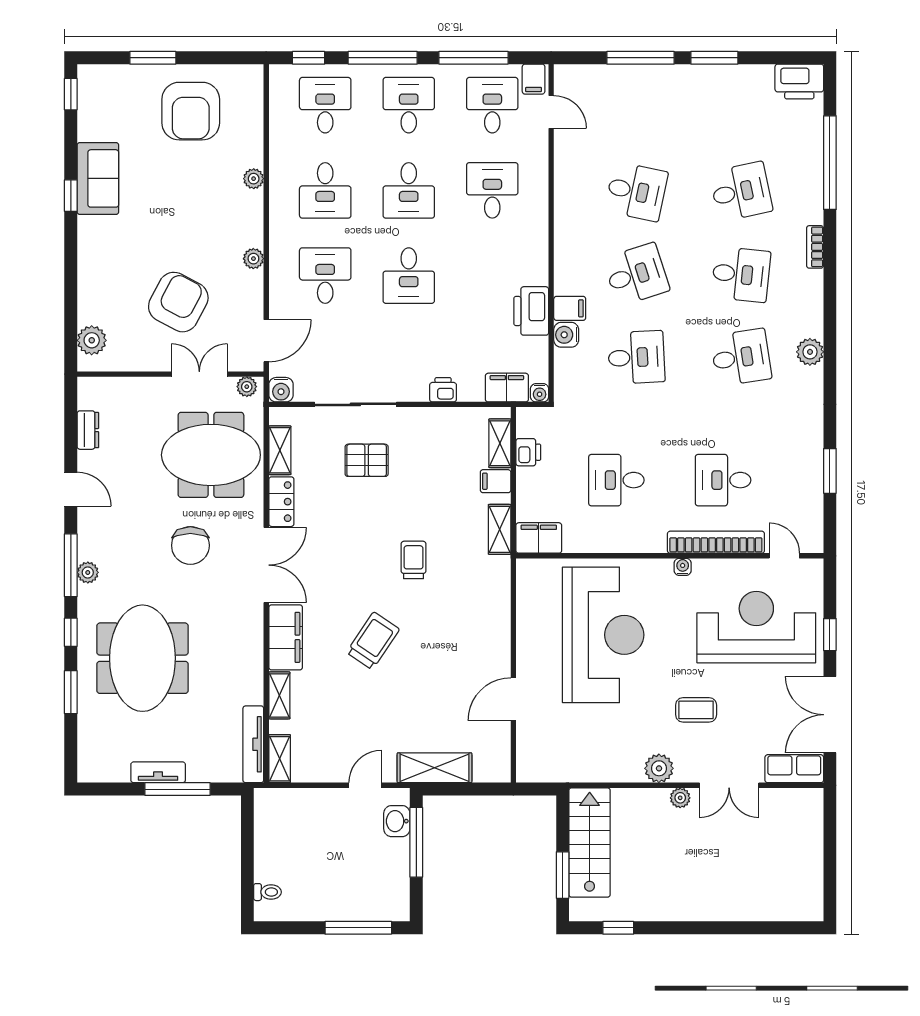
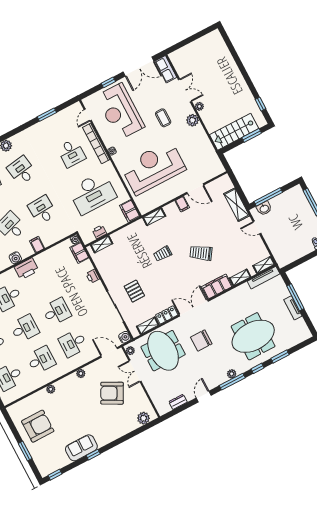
printer: (531, 311) -> (26, 269), moved
water cooler: (566, 335) -> (15, 258), moved
desk: (616, 480) -> (92, 193), width x1.87, depth x1.30
filing cabinet: (496, 481) -> (182, 204), moved
shelving: (500, 529) -> (154, 217), moved
chair: (190, 545) -> (201, 341), turned 180

